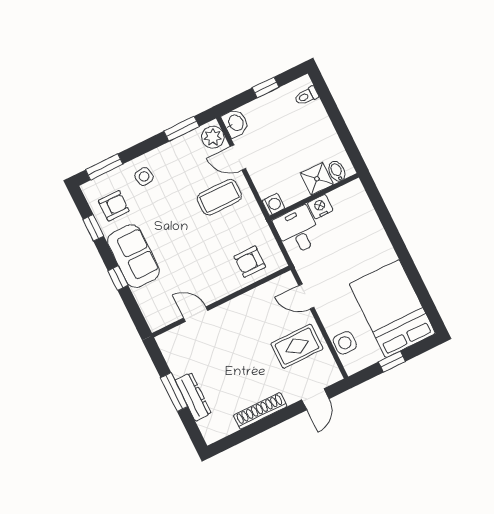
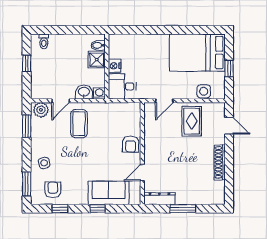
washbasin: (235, 123) -> (84, 92), moved
sofa: (133, 256) -> (109, 193), moved
armchair: (250, 262) -> (131, 144), moved
dresser: (193, 397) -> (159, 199), moved

